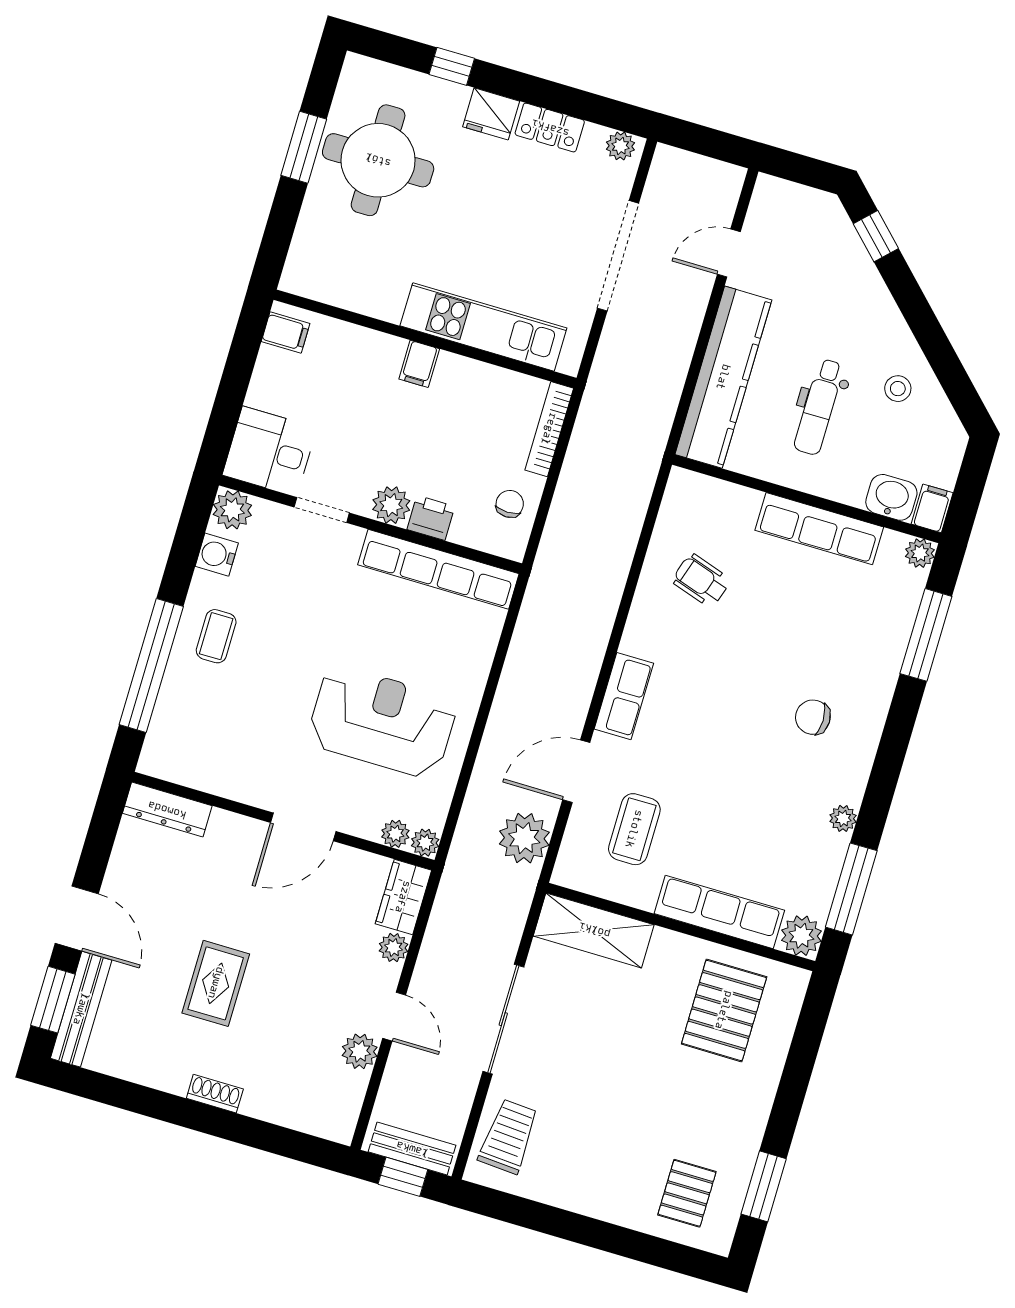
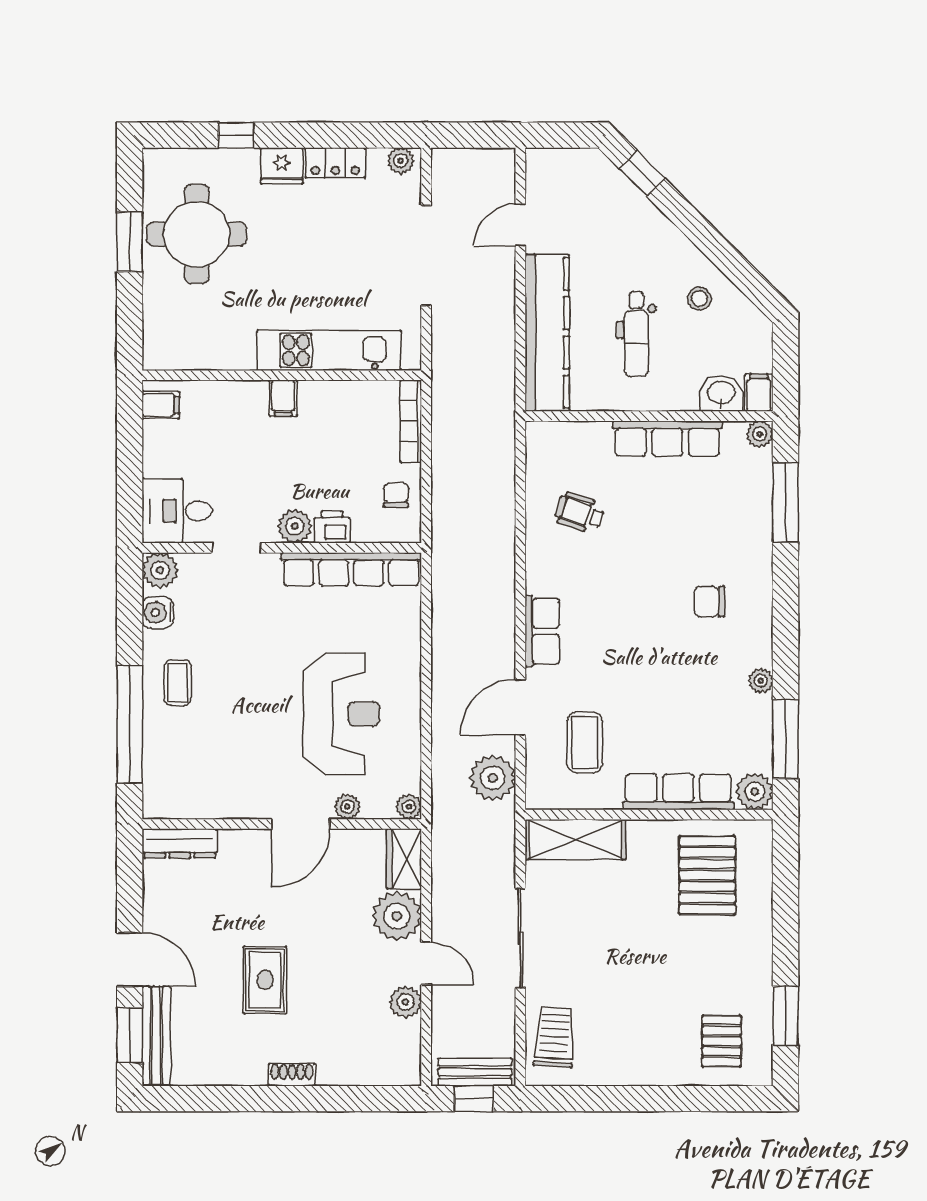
reception desk: (382, 722) -> (342, 714), turned 90
plant: (395, 834) -> (347, 807), moved
plant: (394, 948) -> (397, 916), width x1.88, depth x1.88

